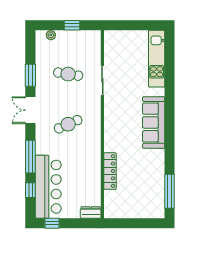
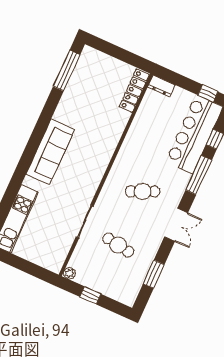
plant: (51, 35) -> (69, 273), moved
window: (30, 75) -> (154, 274), moved
locker: (110, 171) -> (134, 91), moved

